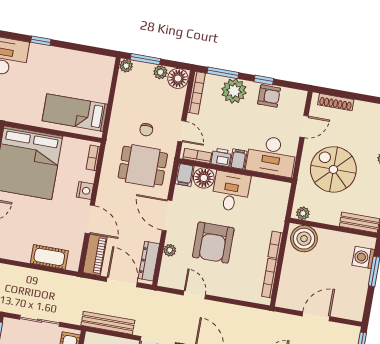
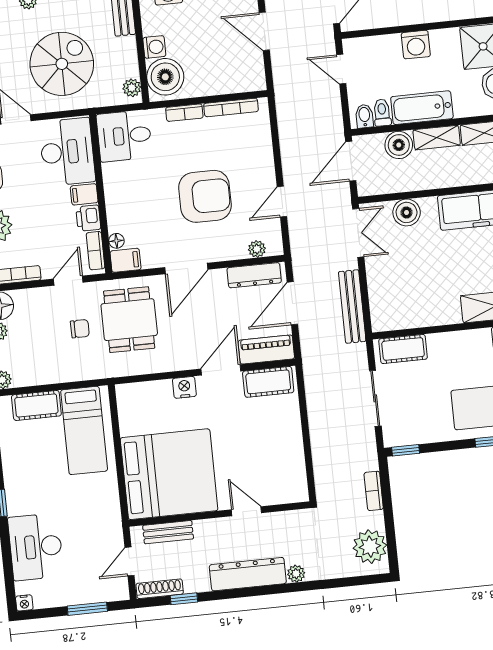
cot: (102, 84) -> (36, 405), added
bookcase: (93, 158) -> (138, 389), removed
spiral stairs: (333, 169) -> (62, 64), turned 180
floor lamp: (204, 178) -> (116, 241), width x0.53, depth x0.53
desk: (231, 191) -> (124, 136), moved
washing machine: (327, 237) -> (154, 47), added
plant: (170, 250) -> (257, 249), moved
cot: (49, 257) -> (268, 382), moved, turned 90

